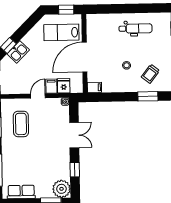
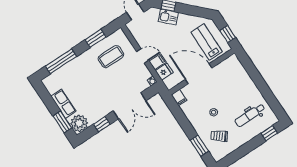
dental chair: (136, 28) -> (250, 115), moved, turned 90
double door: (74, 135) -> (130, 106), width x1.37
row of seats: (21, 192) -> (63, 104), moved

